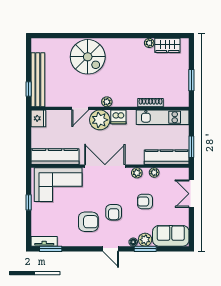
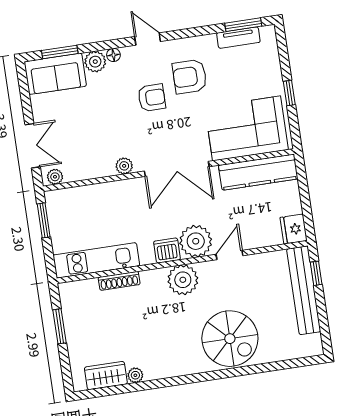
spiral stairs: (88, 57) -> (230, 339), turned 180
plant: (107, 102) -> (183, 280), width x1.88, depth x1.88
kitchen counter: (167, 157) -> (81, 198), removed
plant: (154, 172) -> (55, 177), moved
armchair: (145, 201) -> (104, 122), removed
armchair: (114, 212) -> (152, 98), turned 90
tv unit: (44, 241) -> (238, 38), moved
window: (145, 249) -> (60, 52), moved

